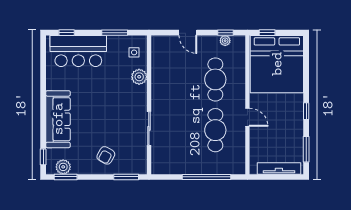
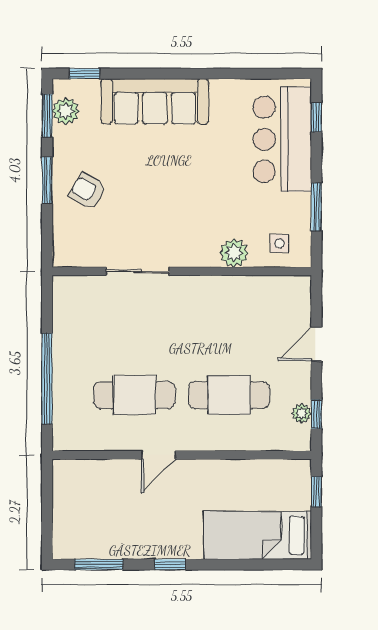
bed: (277, 64) -> (258, 535), width x0.49
tv unit: (279, 168) -> (63, 514), removed
window: (126, 177) -> (47, 180), moved

